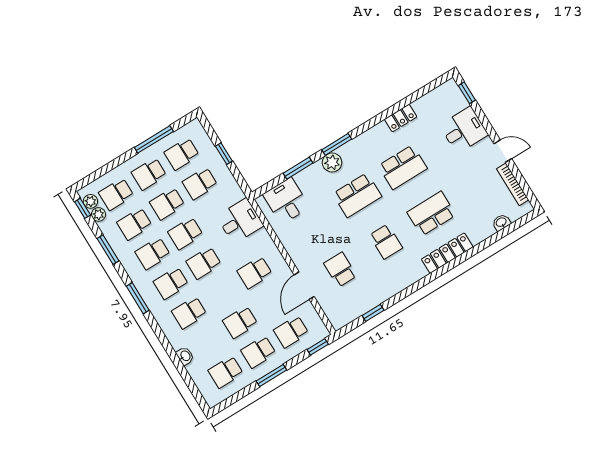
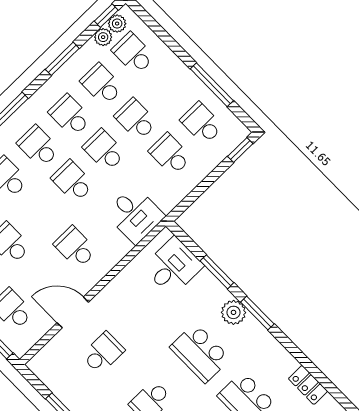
window: (224, 154) -> (240, 150), moved
school desk: (149, 174) -> (168, 88), removed

